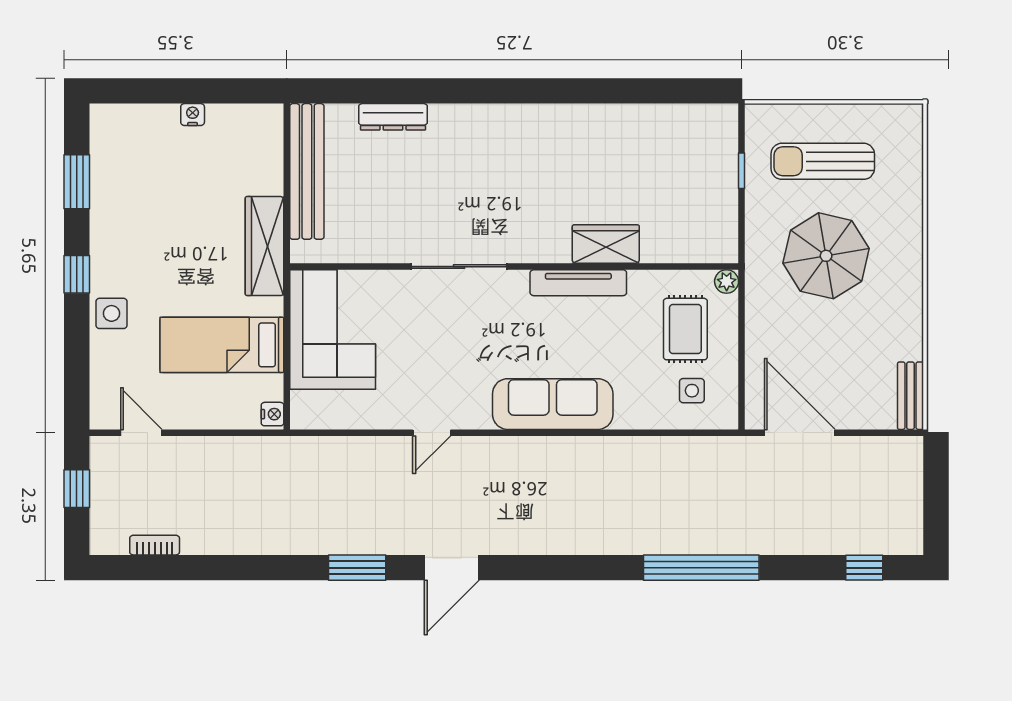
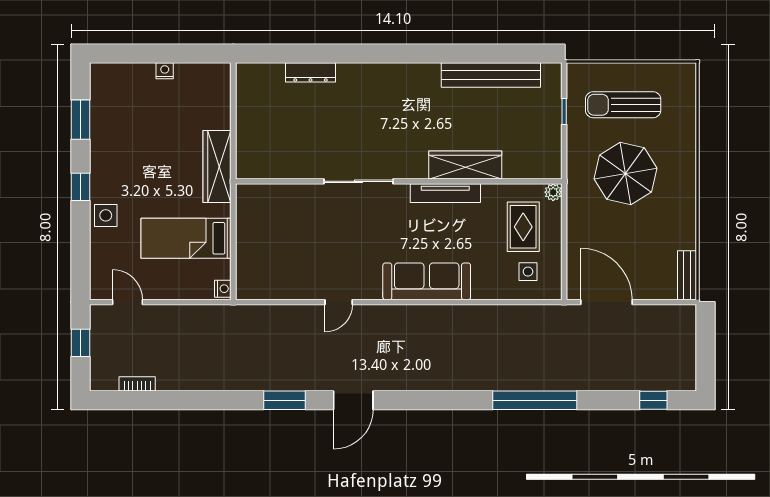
bench: (307, 171) -> (491, 75), moved, turned 90
wardrobe: (606, 244) -> (465, 165), width x1.50
corner sofa: (333, 329) -> (267, 227), removed

